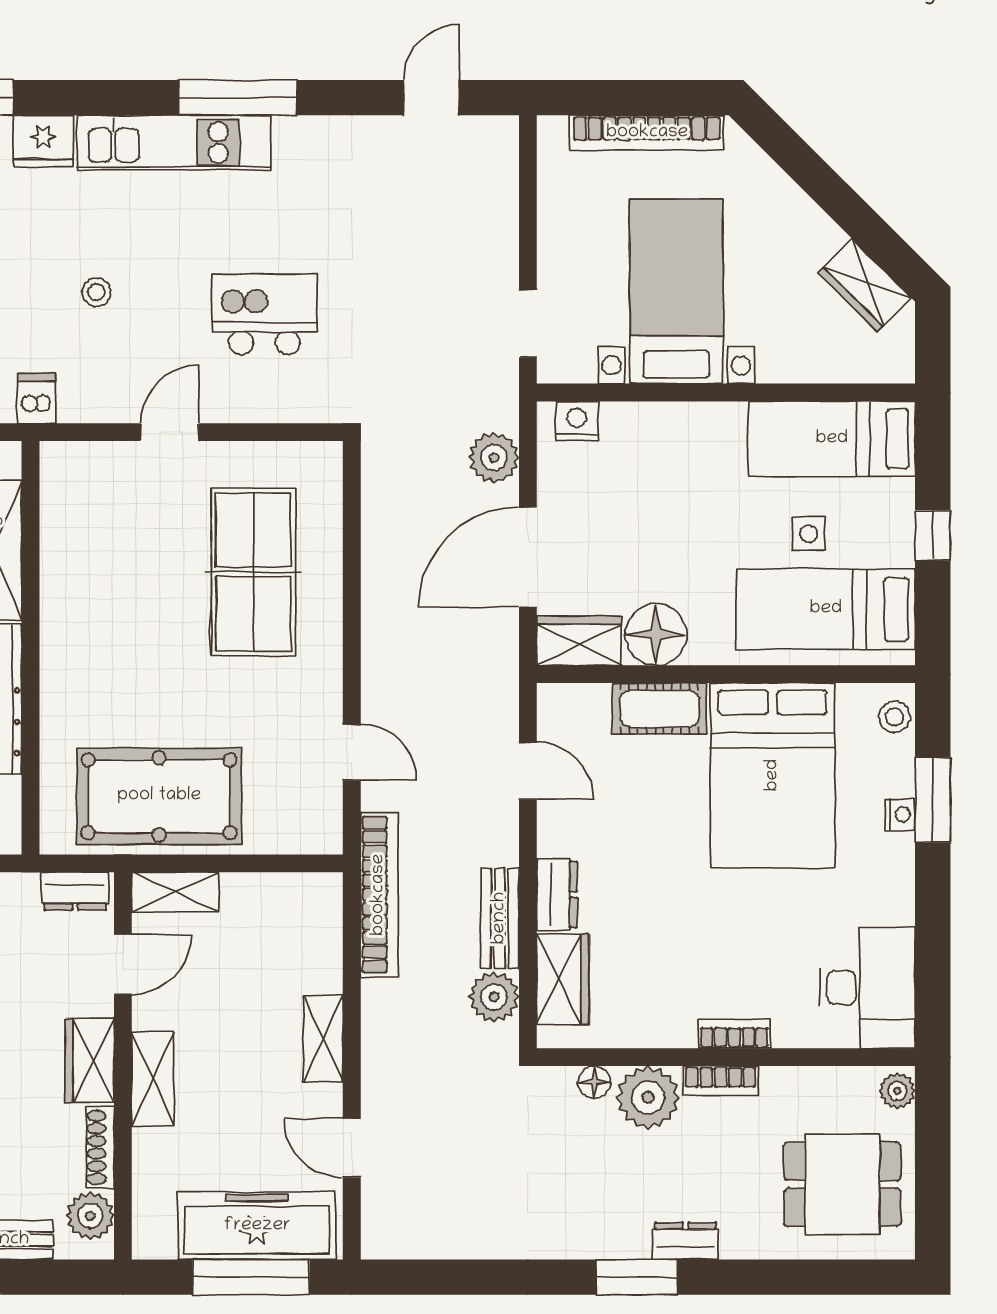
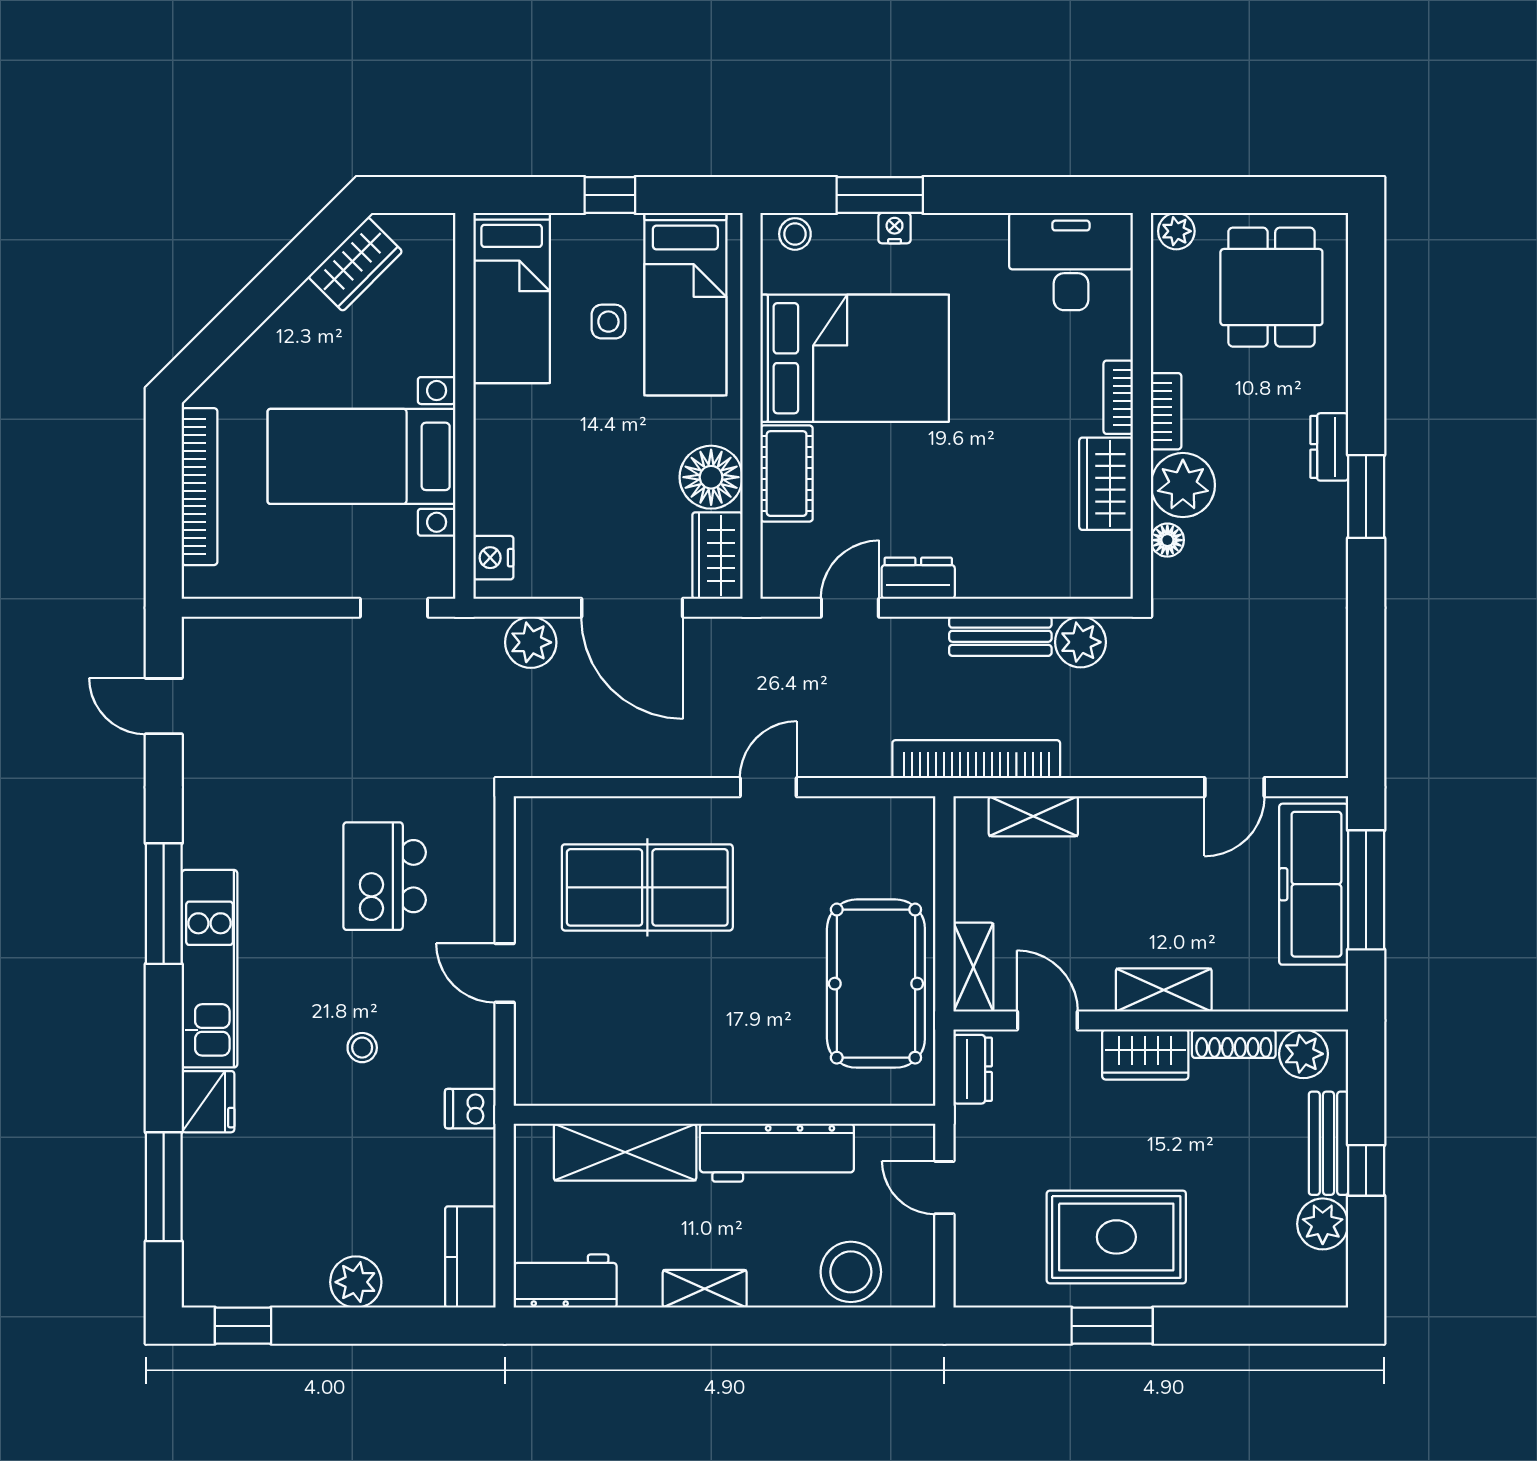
door: (352, 752) -> (768, 787), moved
dresser: (557, 895) -> (918, 578), moved
wardrobe: (563, 979) -> (1106, 484), moved, turned -90
shelving: (323, 1039) -> (1033, 816), moved

